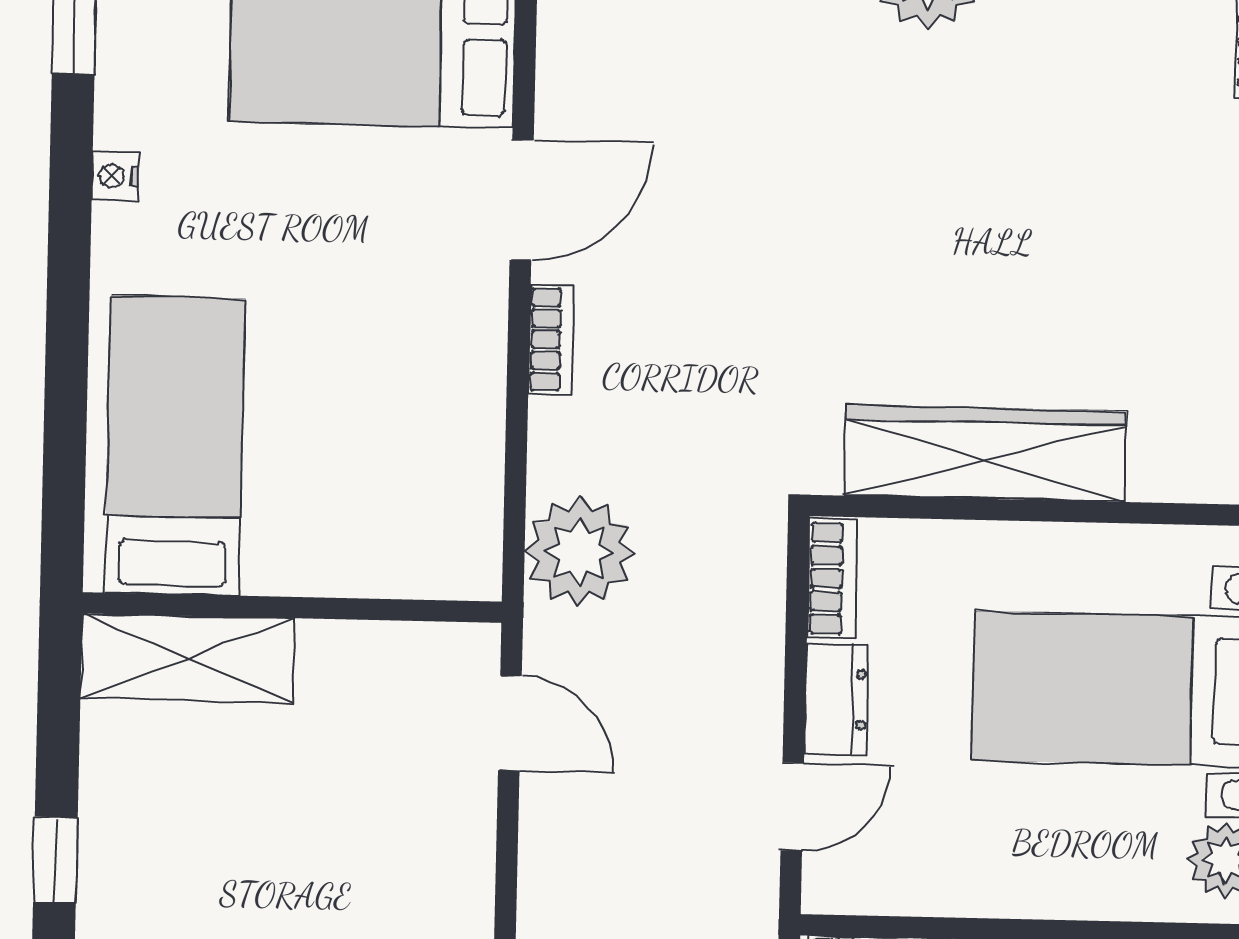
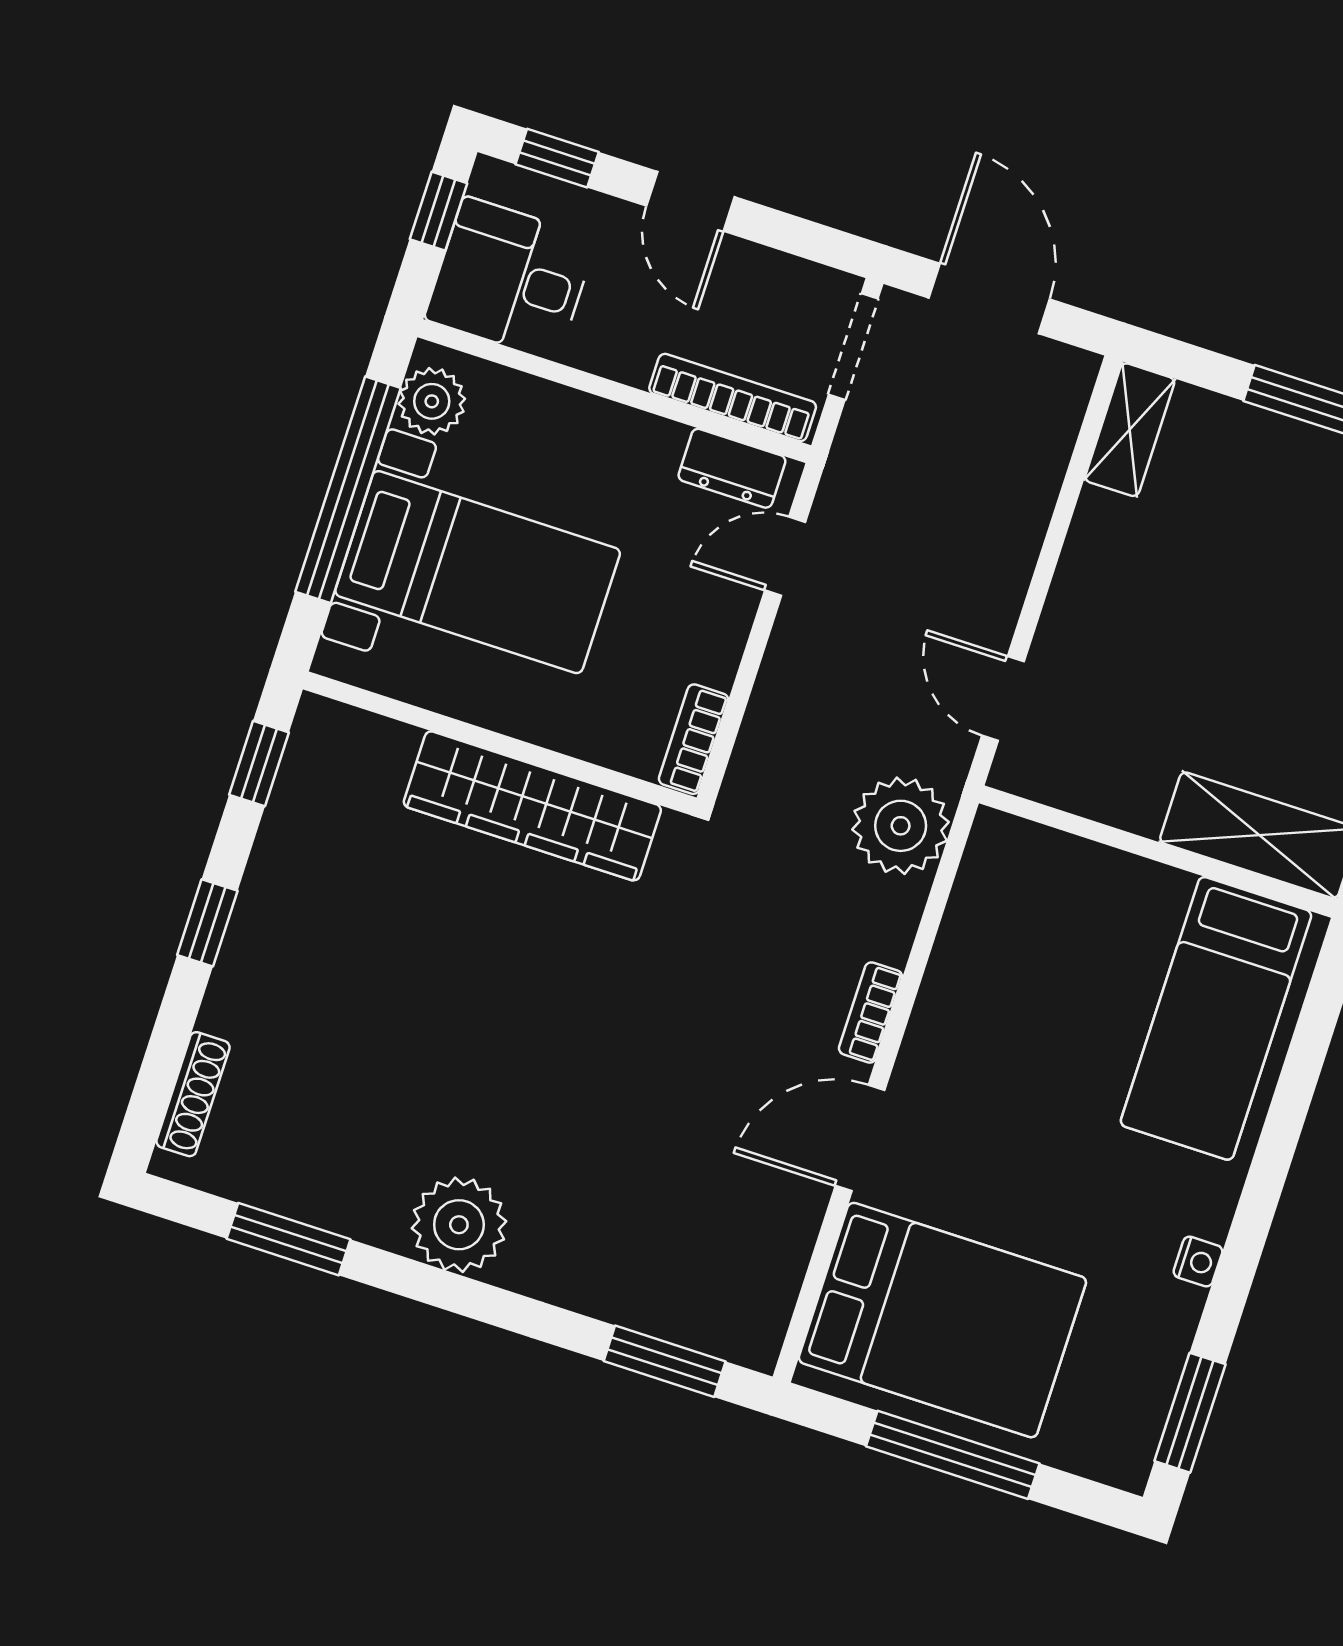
dresser: (837, 699) -> (732, 468), moved, turned -90

